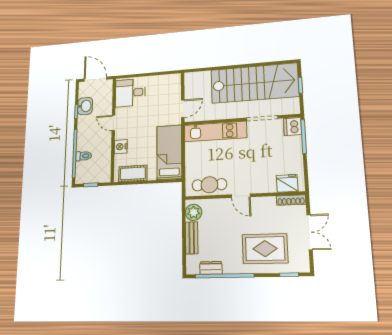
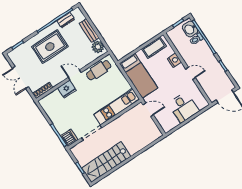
stairs: (254, 83) -> (106, 162), width x0.73, depth x0.66
desk: (130, 93) -> (184, 107), moved, turned 90
washbasin: (85, 106) -> (190, 29), moved
door: (183, 109) -> (148, 110), swing flipped
fridge: (287, 183) -> (67, 89), moved
rug: (265, 249) -> (50, 47), moved

